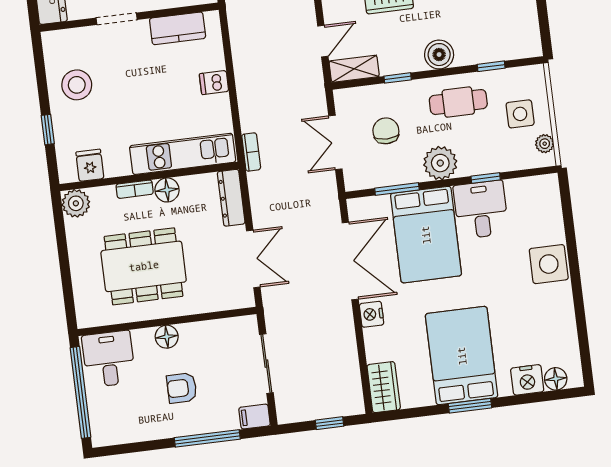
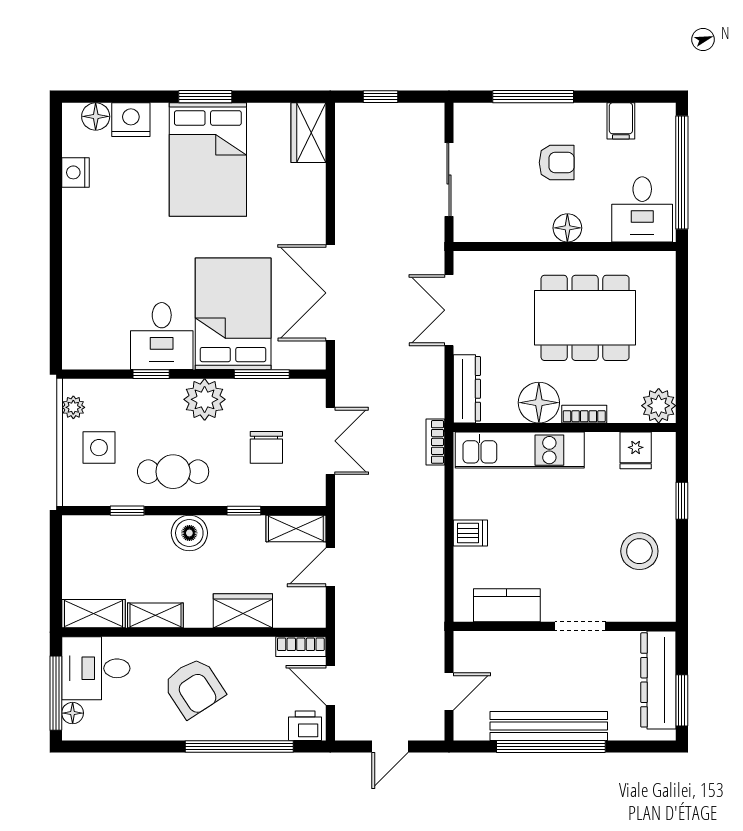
floor lamp: (167, 190) -> (539, 403), width x1.38, depth x1.38
side table: (549, 264) -> (87, 259), removed
nightstand: (372, 314) -> (75, 172), moved, turned 180
filing cabinet: (255, 417) -> (621, 121), moved, turned 90

